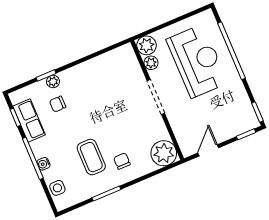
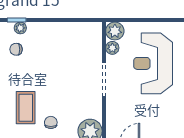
reception desk: (197, 61) -> (153, 63), turned 180

